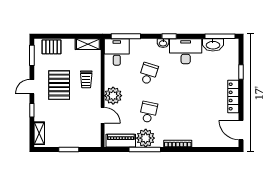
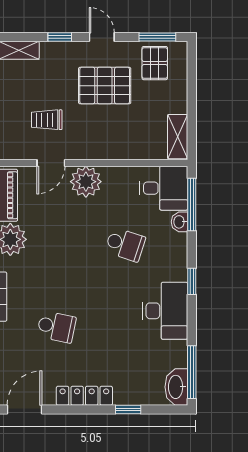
washbasin: (163, 43) -> (179, 222), moved
washbasin: (213, 45) -> (176, 387), moved
pallet: (52, 47) -> (155, 63), moved
trolley: (86, 79) -> (47, 120), moved
school desk: (148, 112) -> (56, 327), moved

